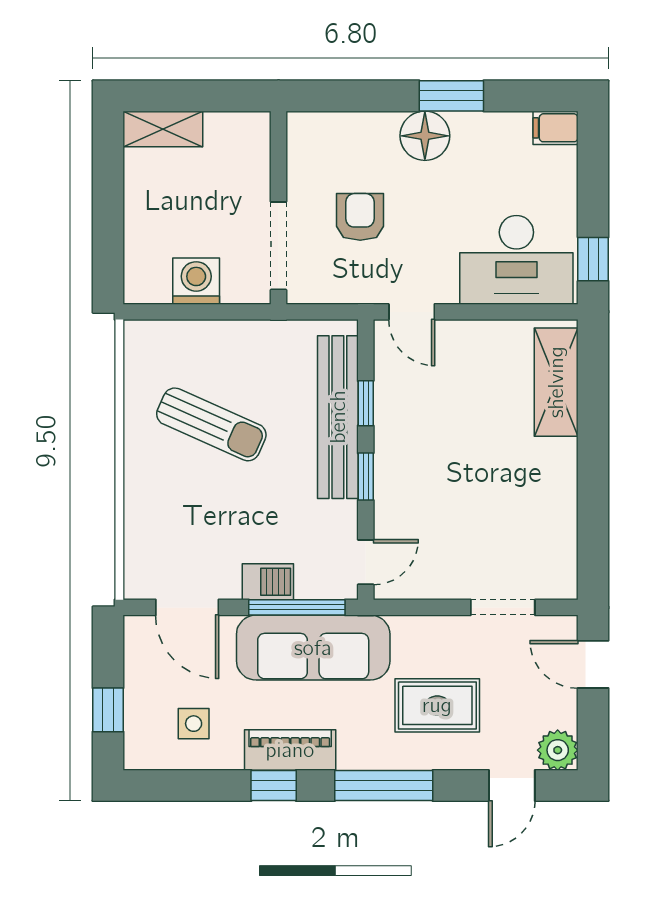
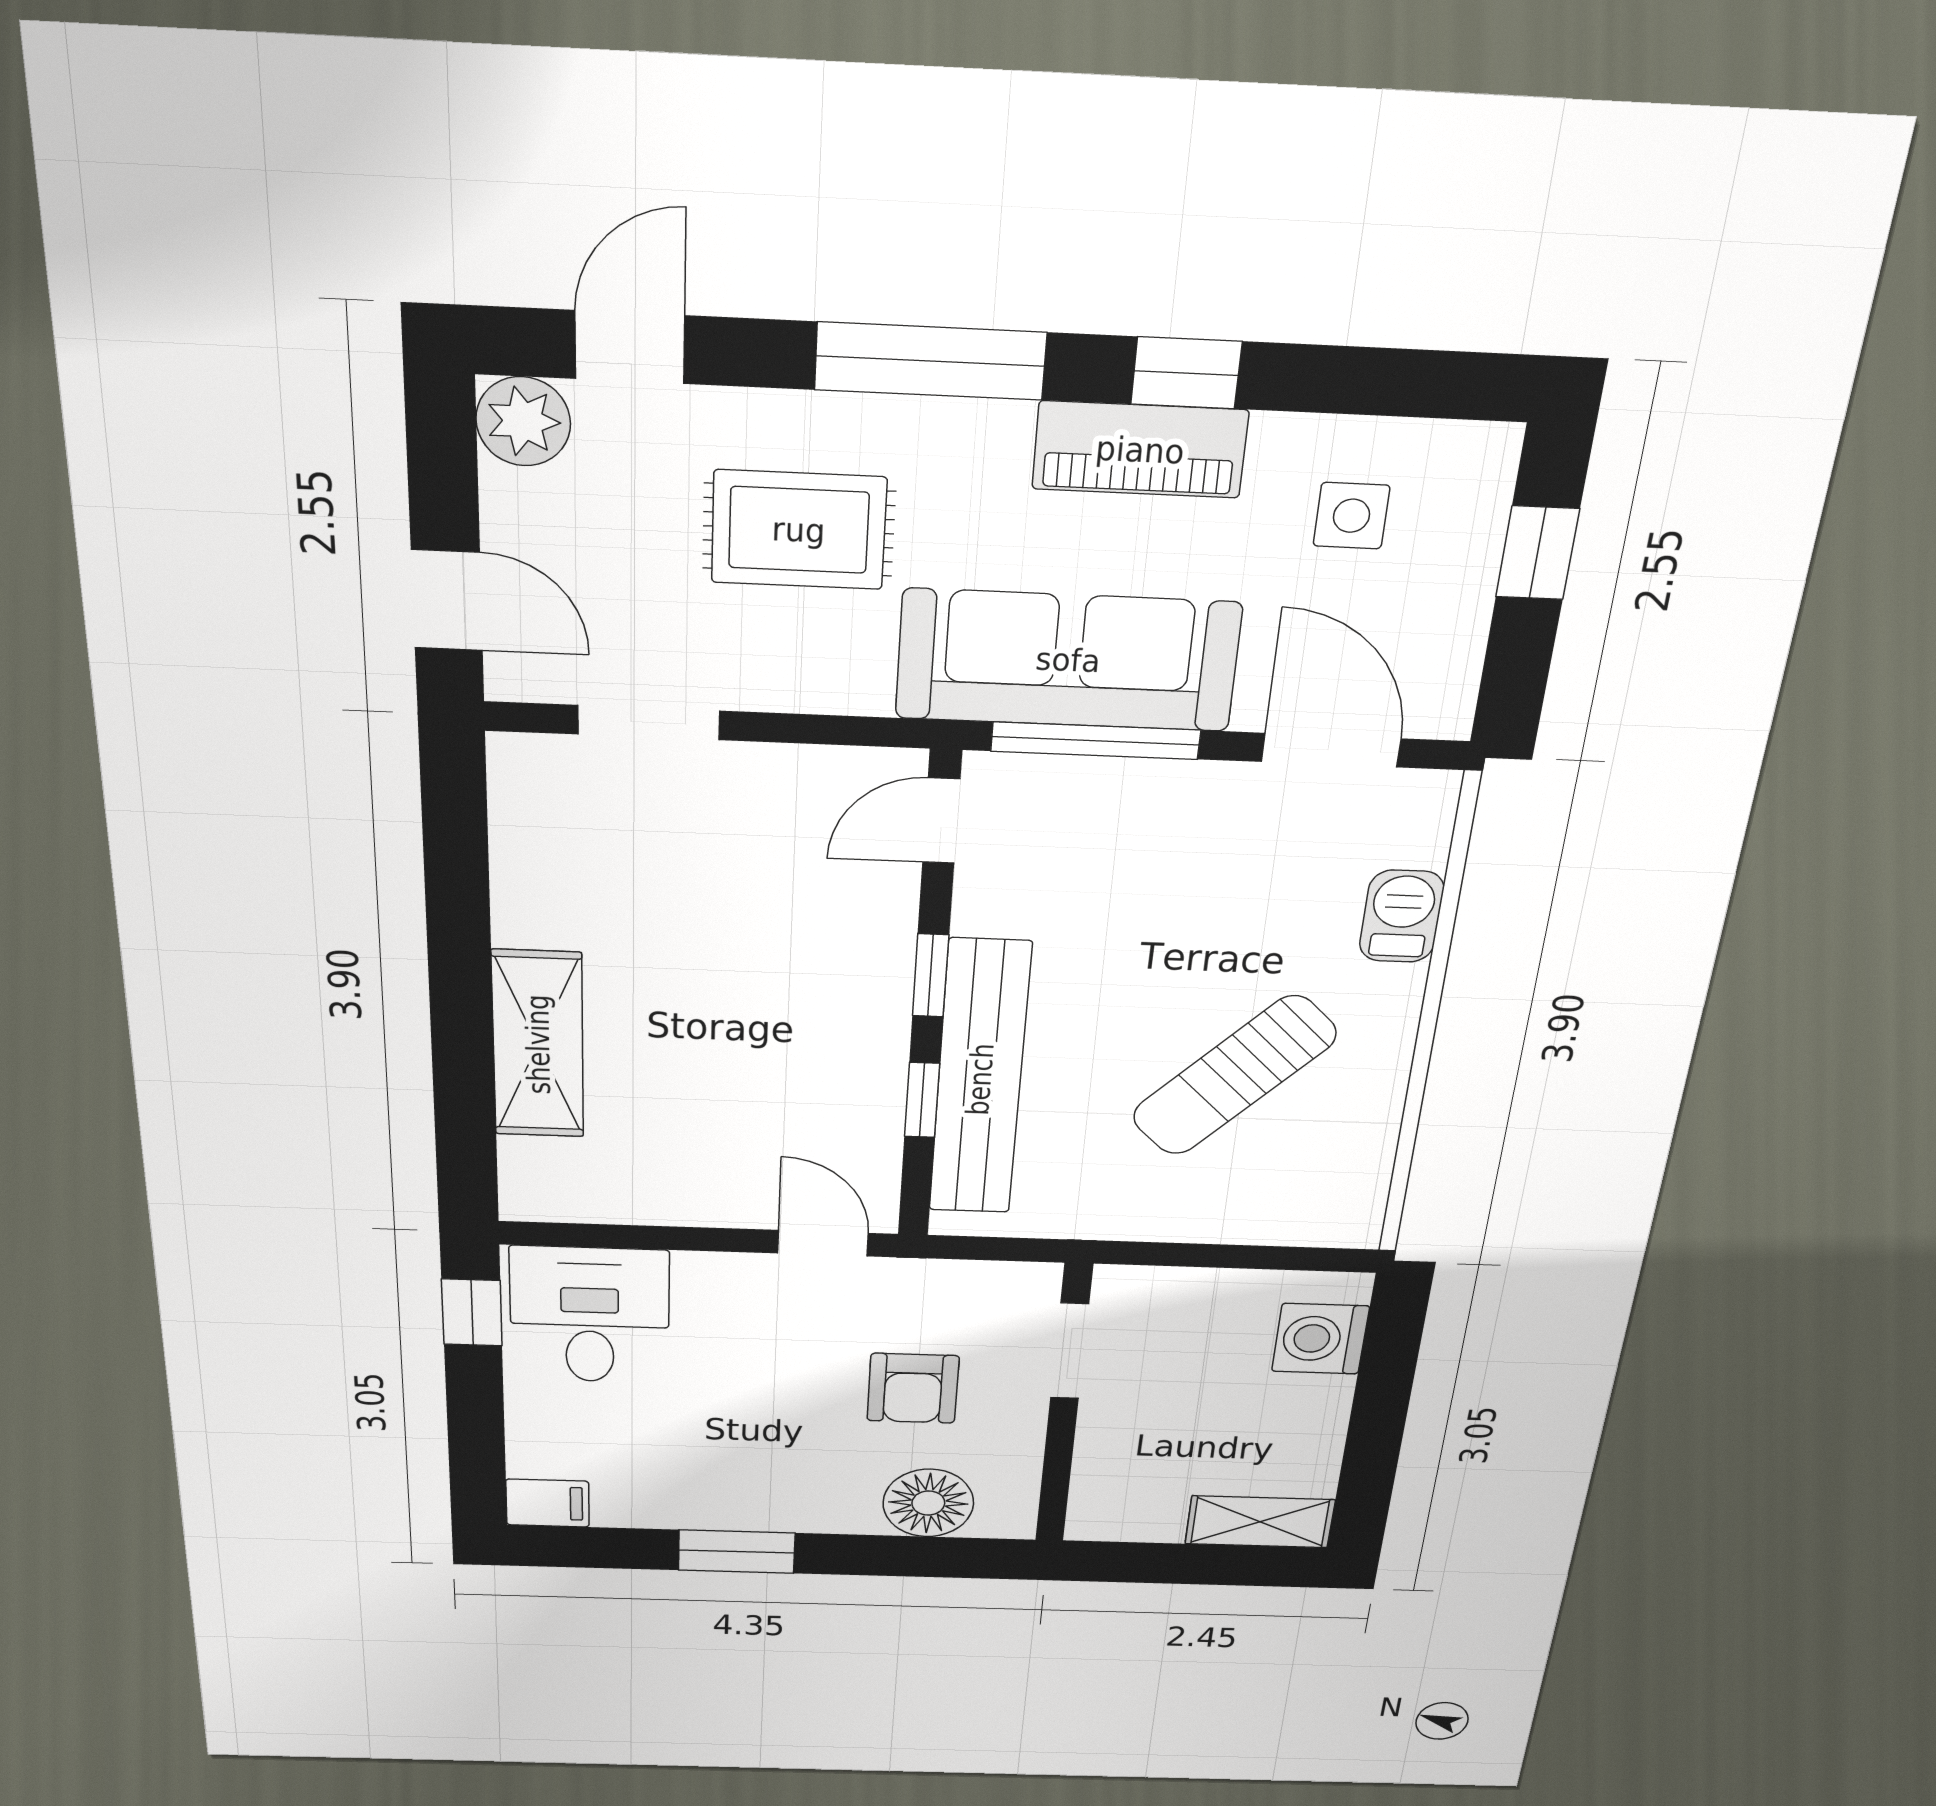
floor lamp: (425, 136) -> (928, 1503), moved
doorway: (279, 246) -> (1070, 1351), width x0.73
desk: (516, 260) -> (590, 1315), width x0.73
washing machine: (196, 281) -> (1320, 1339), moved, turned 90
shelving: (556, 382) -> (538, 1044), moved
sun lounger: (211, 424) -> (1234, 1076), turned -70
barbecue: (268, 582) -> (1402, 916), moved, turned 90

